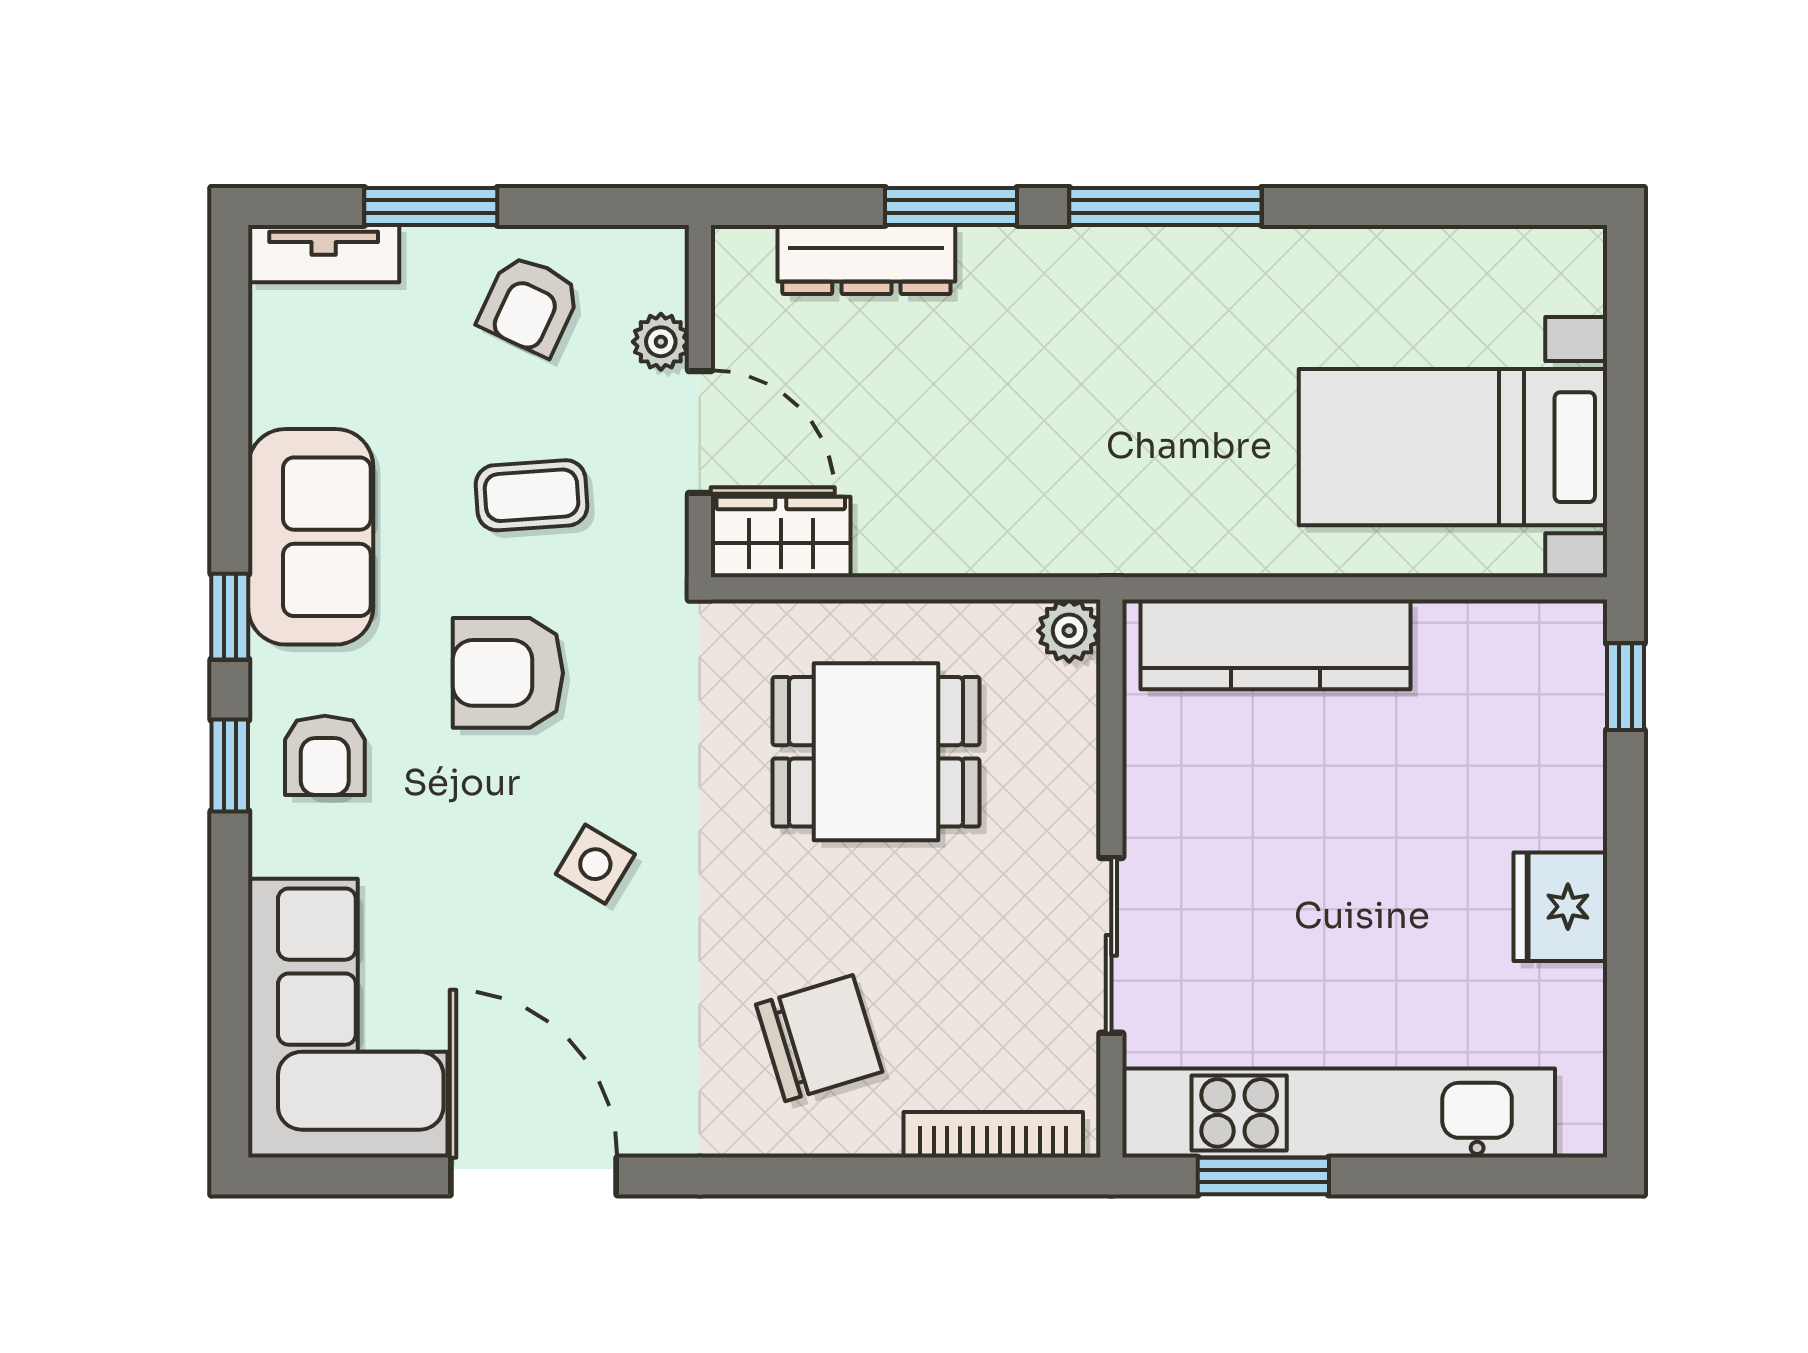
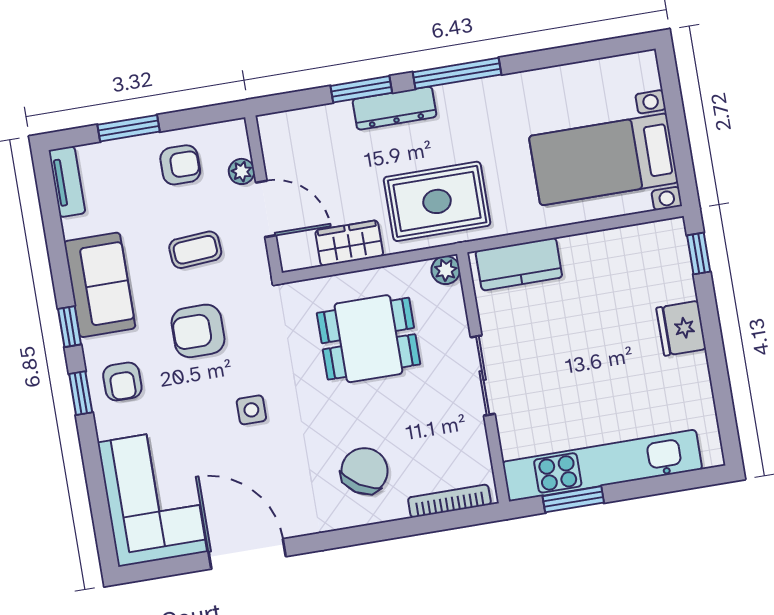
tv unit: (324, 254) -> (67, 182), moved, turned -90
dresser: (866, 260) -> (394, 108), moved
armchair: (530, 305) -> (180, 165), turned -115
rug: (1075, 478) -> (437, 201), added
wardrobe: (781, 537) -> (349, 243), moved
kitchen counter: (1275, 644) -> (519, 264), width x0.67
side table: (595, 864) -> (251, 410), turned -31
fridge: (1560, 907) -> (681, 328), moved
sliding door: (1111, 945) -> (483, 376), moved
chair: (819, 1038) -> (364, 471), turned -41

